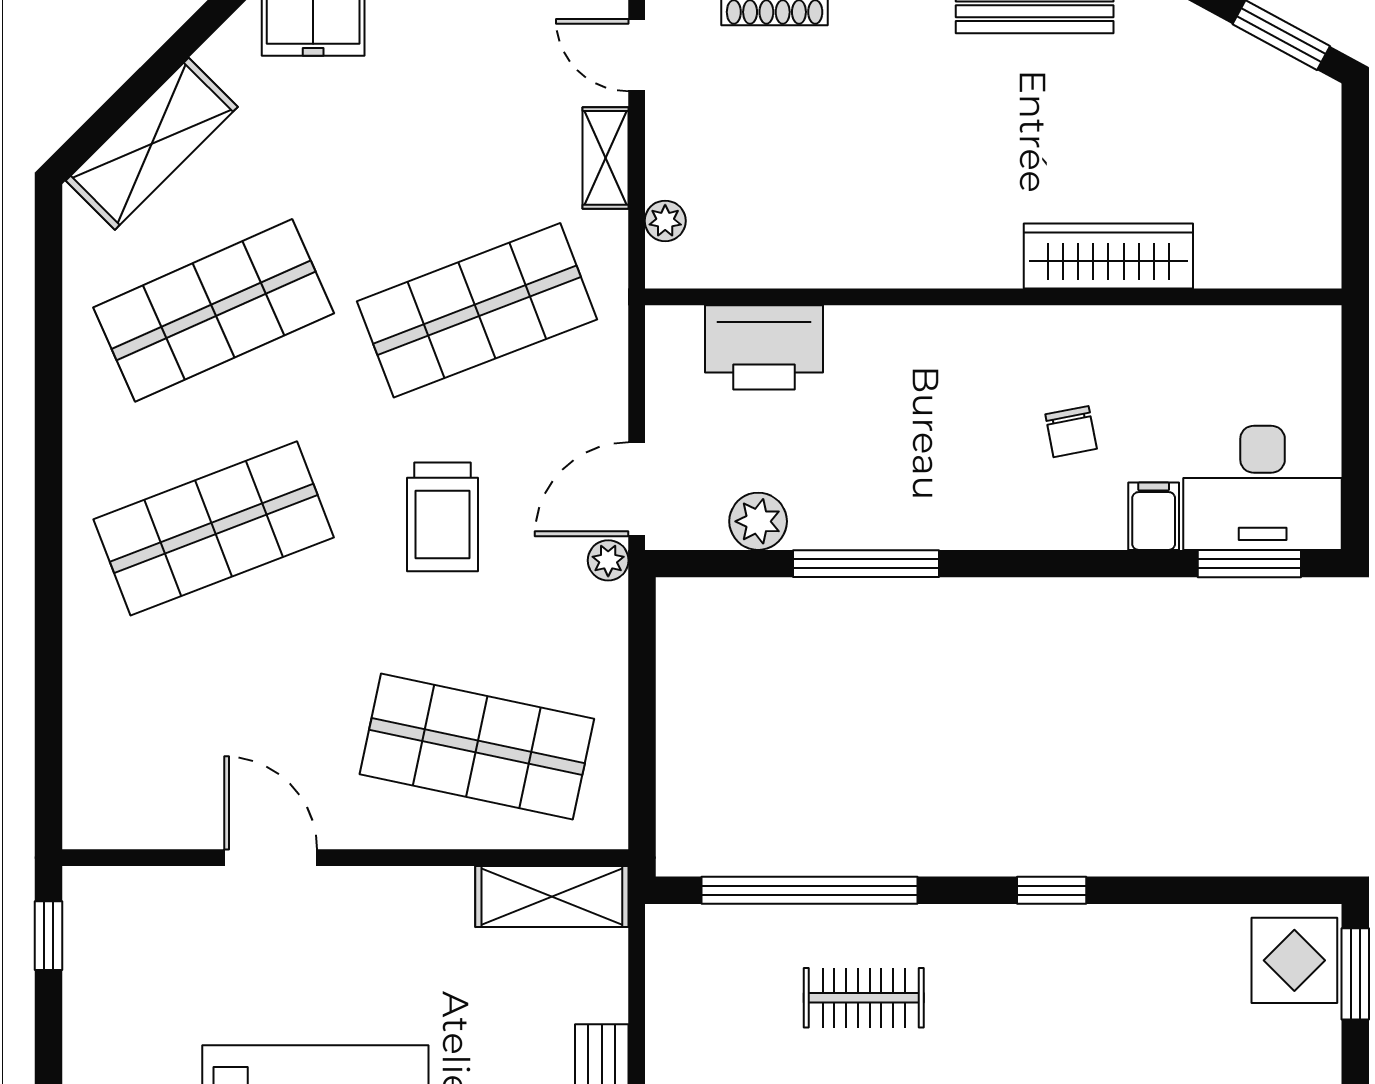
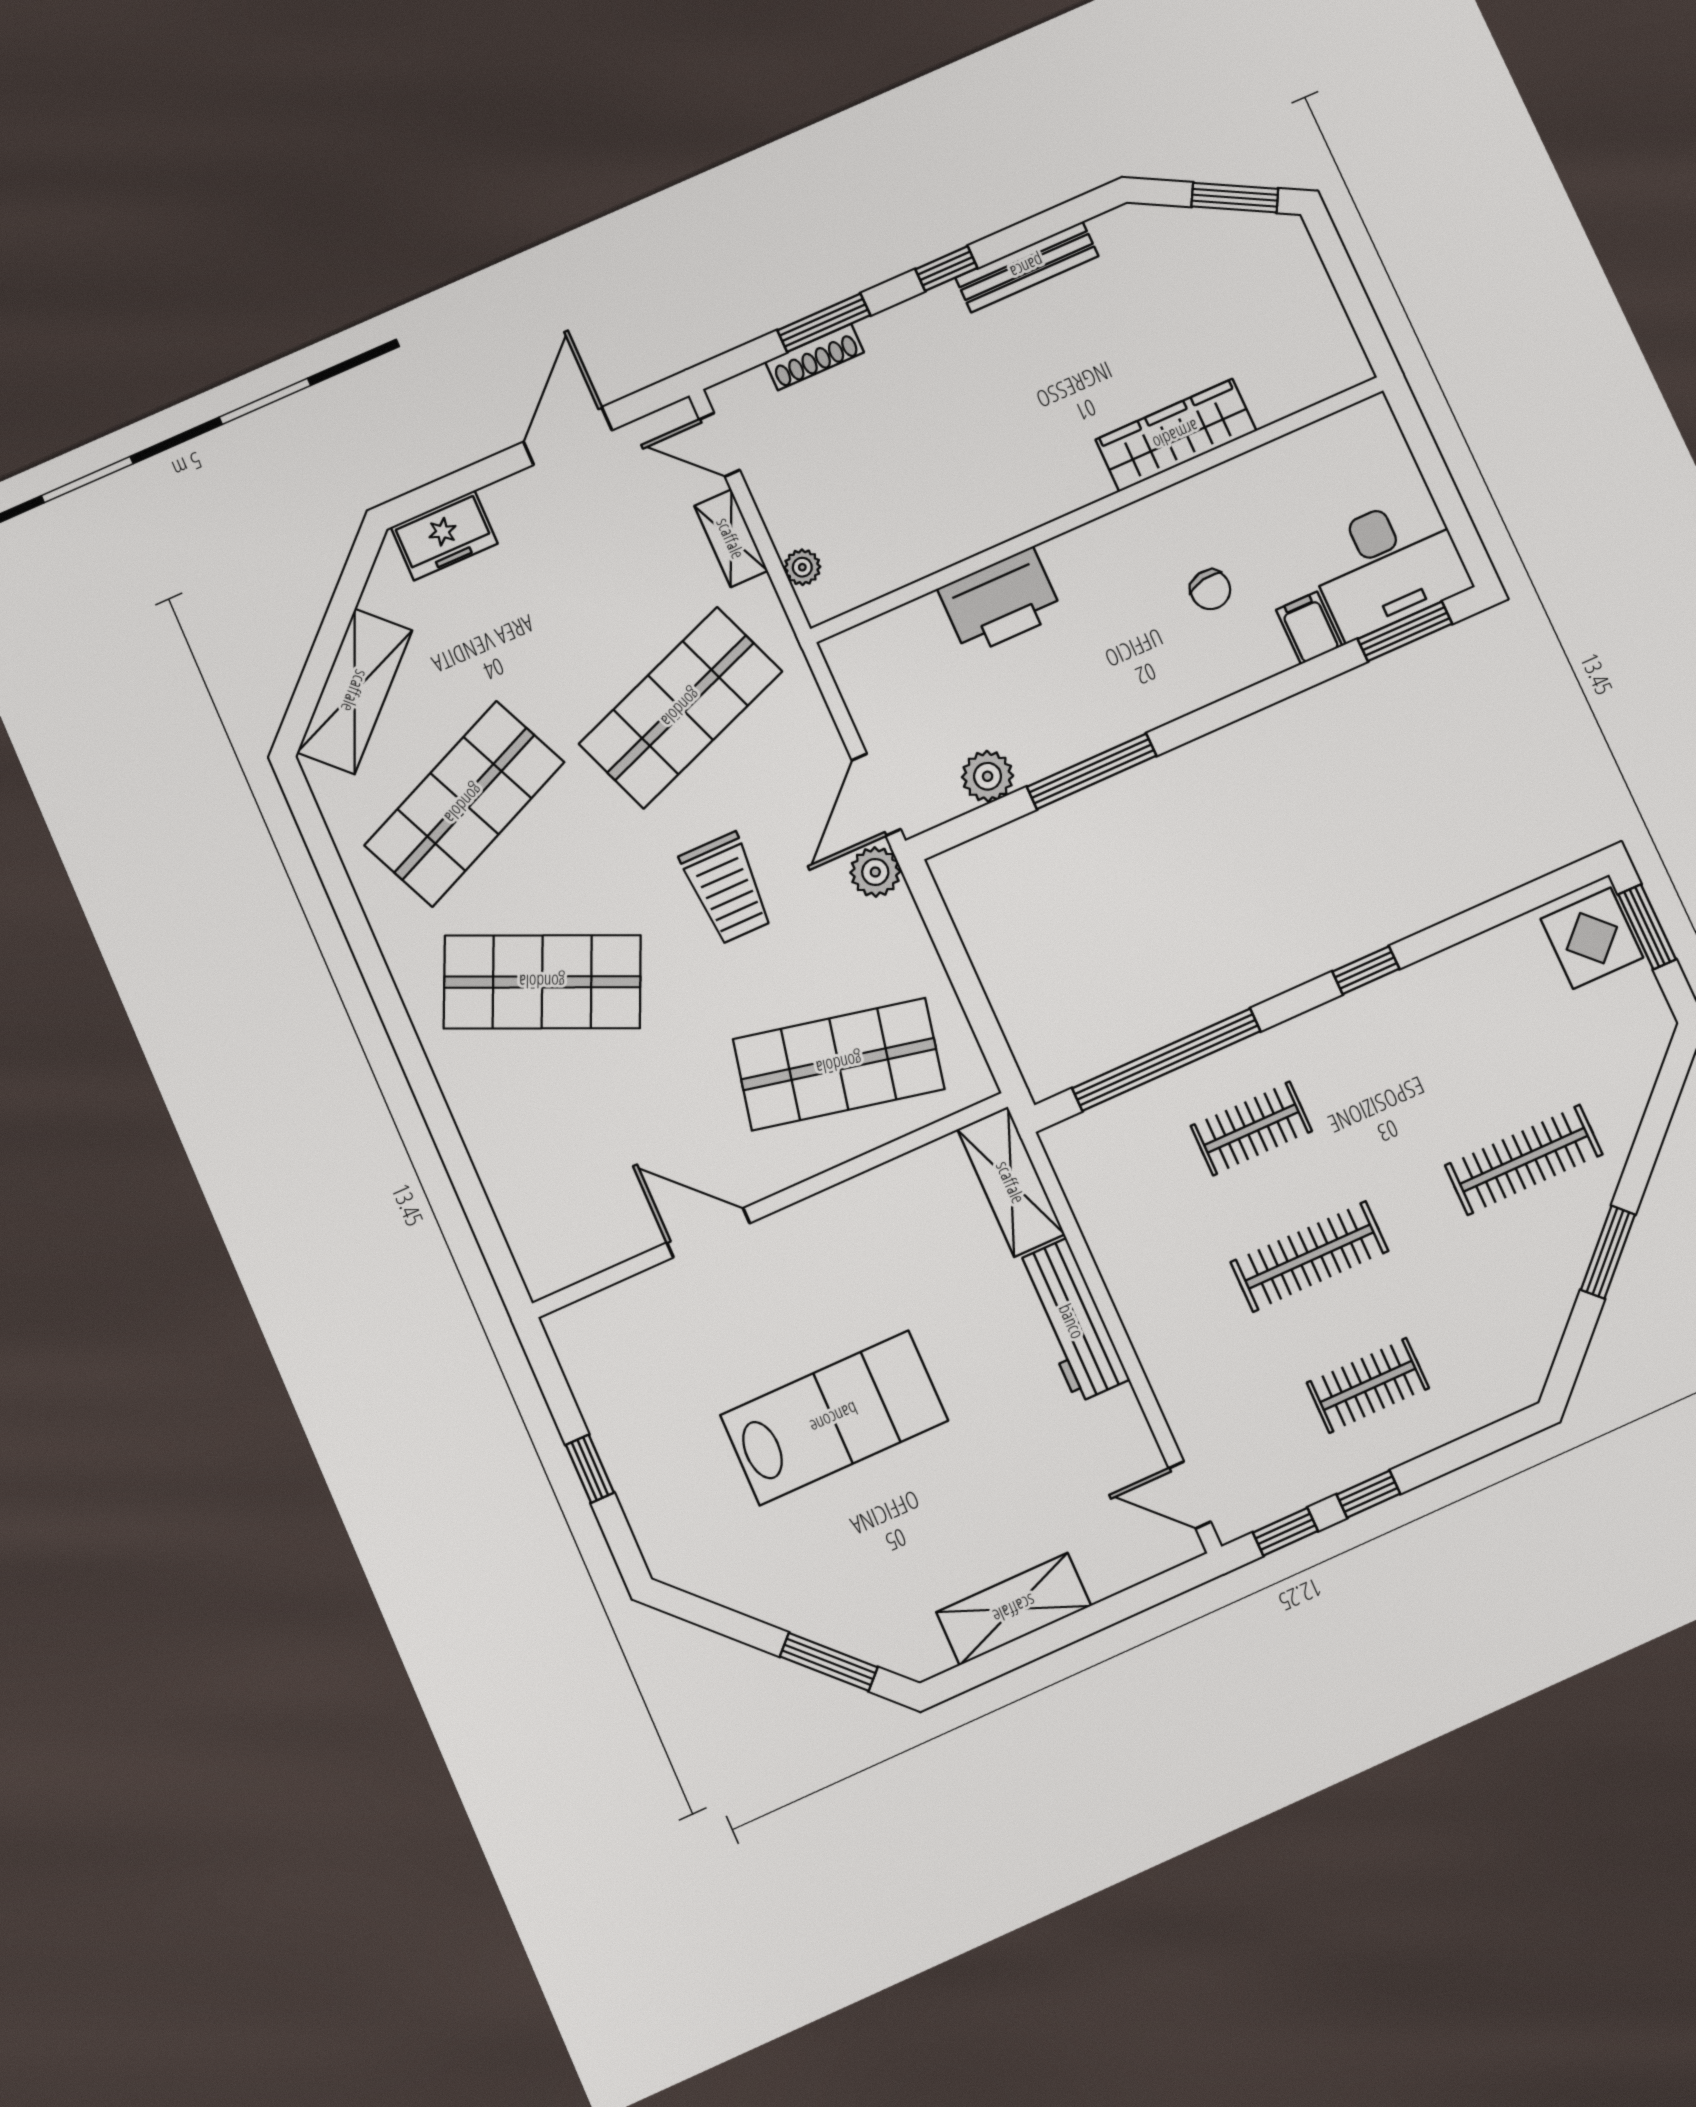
printer: (764, 347) -> (1000, 601), moved
shop shelf: (214, 528) -> (542, 982), turned 45
plant: (608, 560) -> (875, 872), width x1.38, depth x1.38
shelving: (552, 896) -> (1011, 1182), moved, turned 90
window: (49, 936) -> (590, 1469), moved

